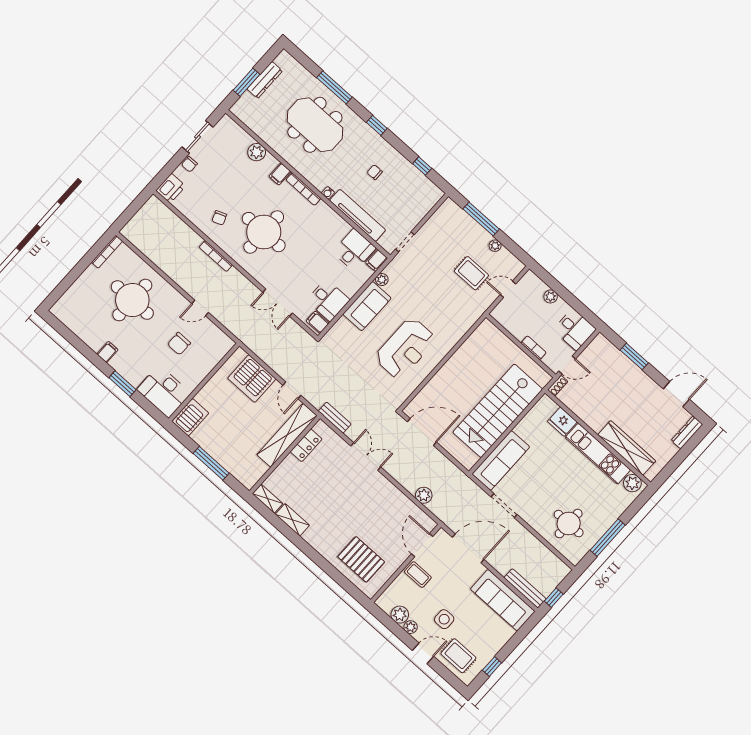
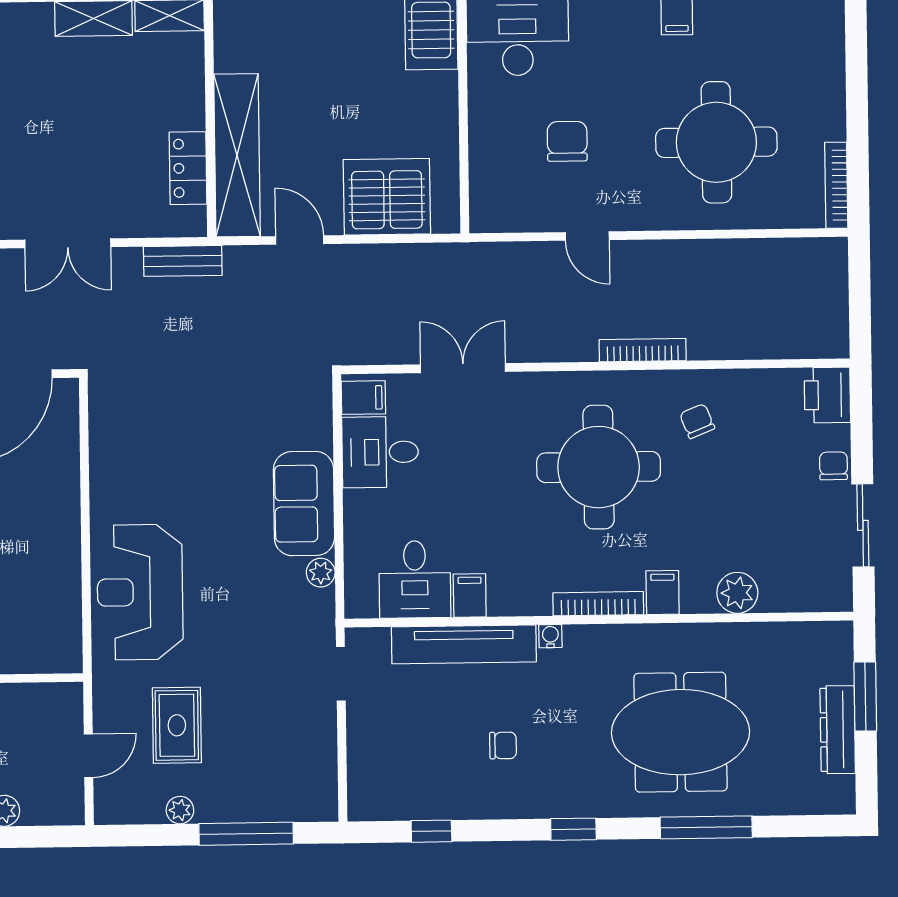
filing cabinet: (376, 260) -> (470, 595), moved
rug: (471, 273) -> (177, 725), turned 90
door: (200, 308) -> (587, 236), swing flipped
reception desk: (405, 348) -> (140, 592), moved

